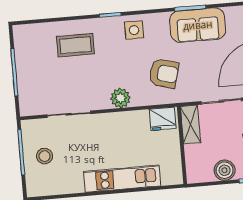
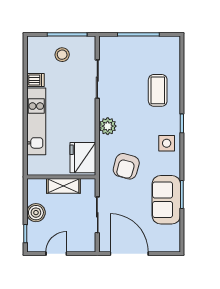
fridge: (163, 119) -> (83, 158), width x1.36, depth x1.34
shelving: (190, 124) -> (63, 186), moved
dishwasher: (76, 184) -> (35, 80), added

